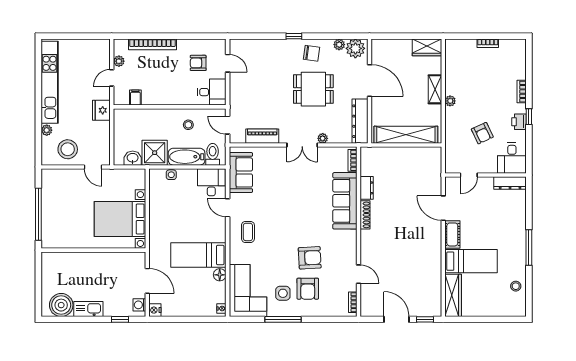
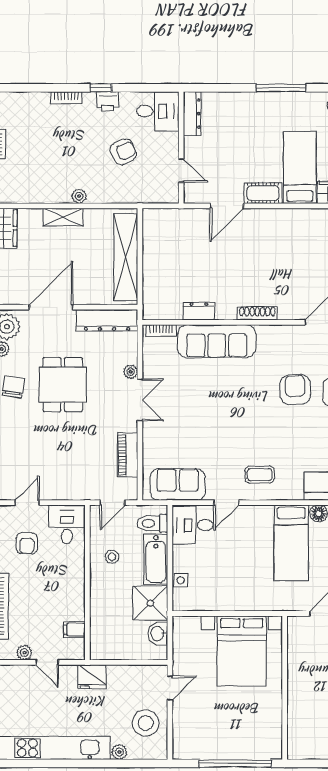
shoe rack: (365, 215) -> (257, 313), moved

